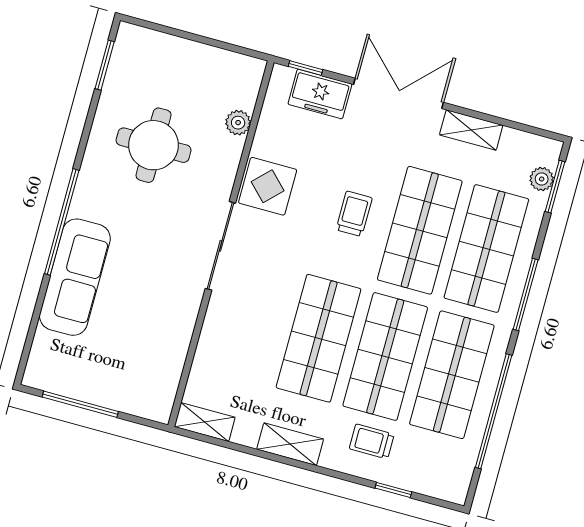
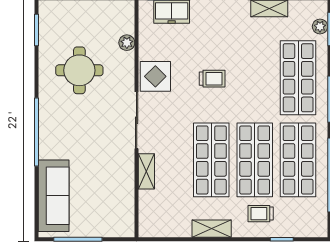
trolley: (354, 214) -> (212, 79), turned 90
shop shelf: (420, 230) -> (255, 78), removed
sofa: (75, 277) -> (54, 196), moved
shelving: (205, 422) -> (146, 171), moved, turned 90

